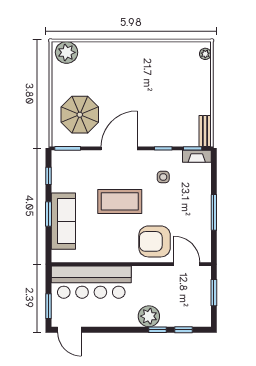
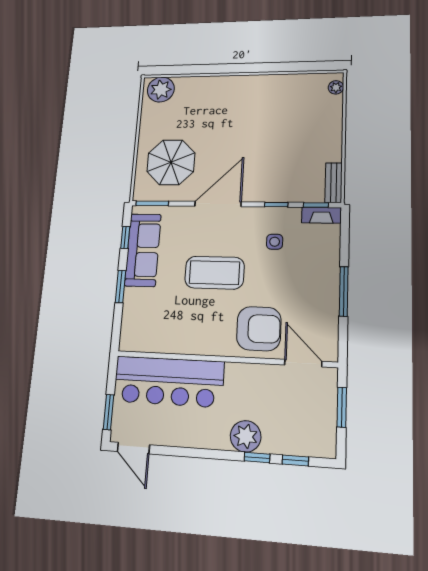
sofa: (63, 221) -> (143, 250), moved
armchair: (155, 241) -> (259, 329), turned 180

